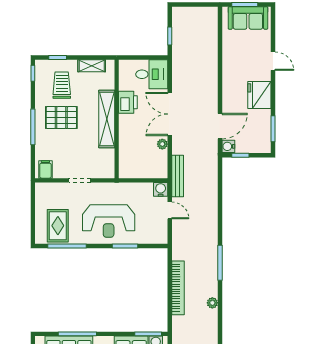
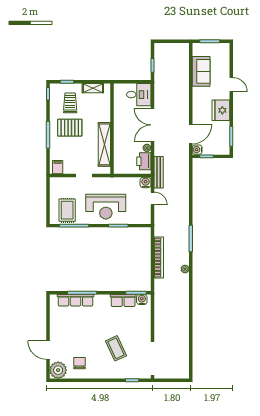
sofa: (248, 18) -> (201, 71), moved, turned -90
printer: (128, 102) -> (144, 161), moved, turned 180
shelving: (107, 119) -> (104, 144), moved

